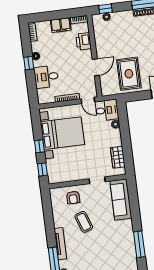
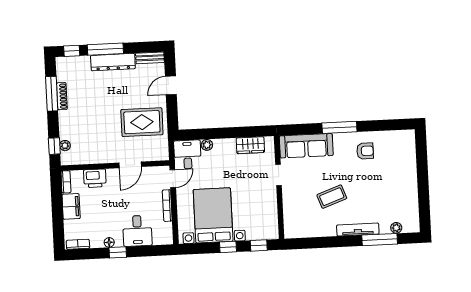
door: (96, 67) -> (130, 165), swing flipped
armchair: (73, 198) -> (365, 151), moved
window: (139, 244) -> (339, 127), moved

